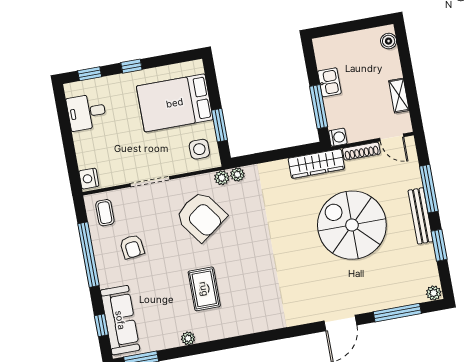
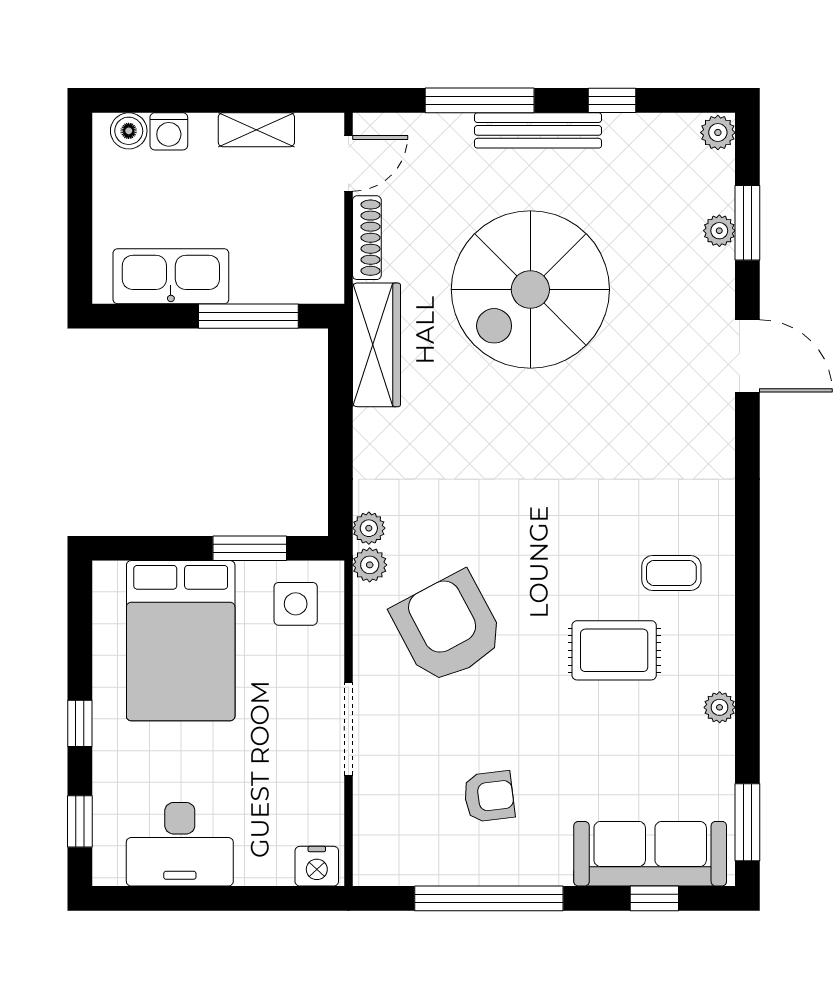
kitchen sink: (329, 82) -> (171, 276), width x1.88, depth x1.24
desk: (86, 112) -> (180, 844), width x1.37
washing machine: (338, 137) -> (169, 131), moved, turned 180
coffee table: (105, 213) -> (671, 573), moved
armchair: (201, 216) -> (448, 628), turned -82
window: (439, 245) -> (612, 100), width x0.67
plant: (392, 301) -> (719, 231), added
window: (397, 313) -> (747, 223), width x0.69

